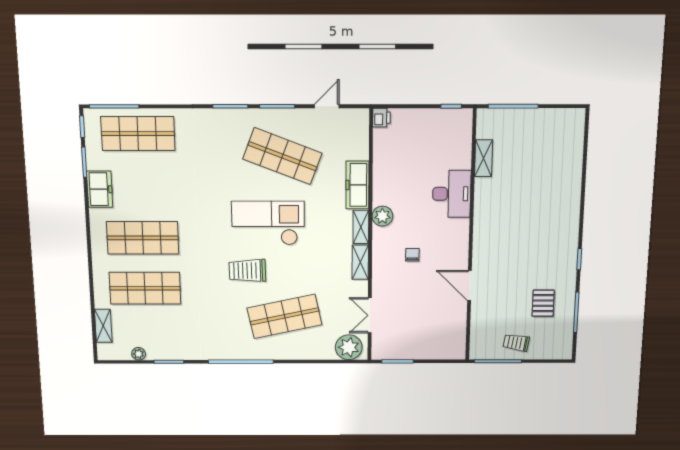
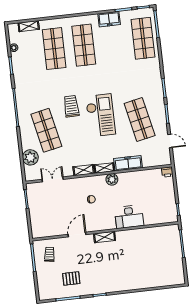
shop shelf: (282, 156) -> (140, 119), turned -33
shelving: (484, 158) -> (105, 237), moved
trolley: (516, 343) -> (49, 254), moved
plant: (349, 347) -> (30, 157), moved

